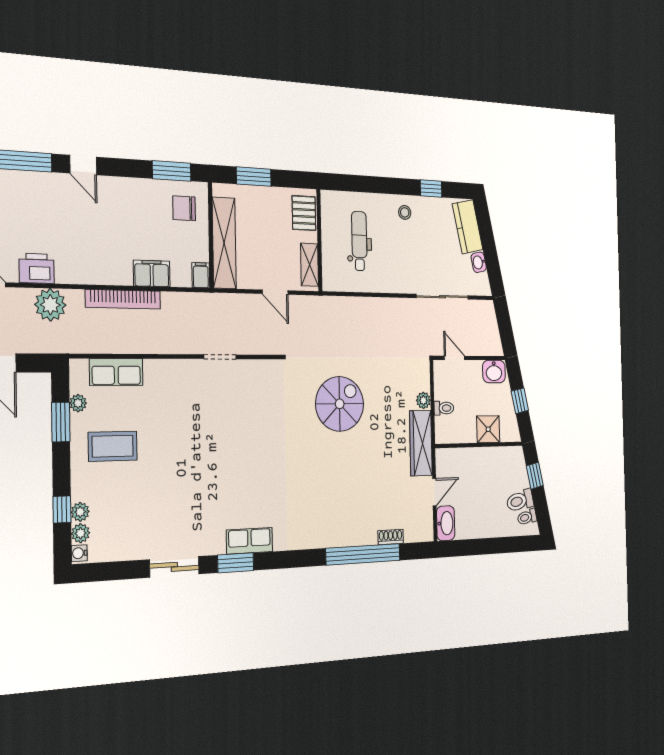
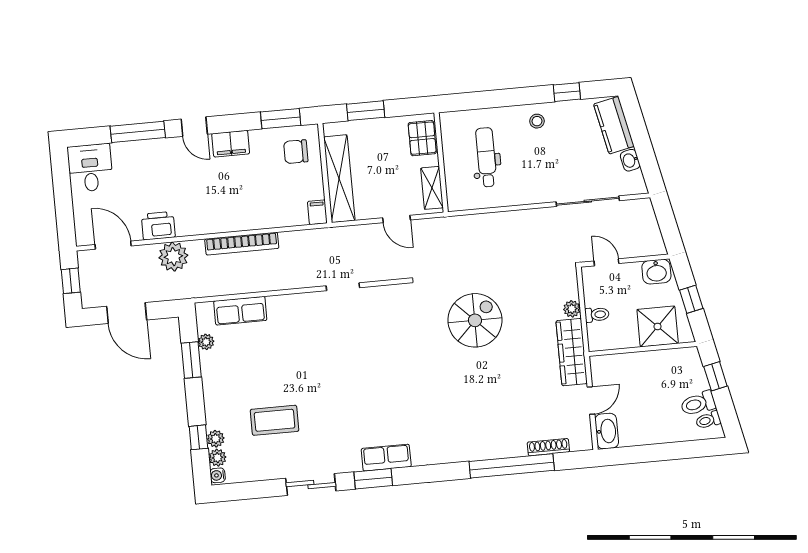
filing cabinet: (152, 274) -> (231, 144), moved, turned 180
shower: (488, 429) -> (658, 326), width x1.36, depth x1.36
coffee table: (113, 446) -> (275, 420), moved
shoe rack: (391, 537) -> (548, 447), width x1.43

